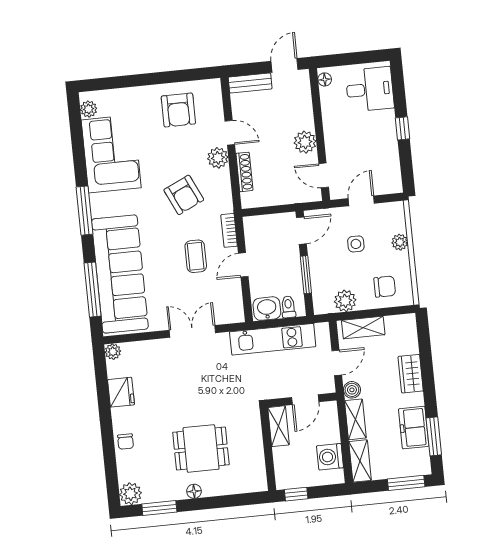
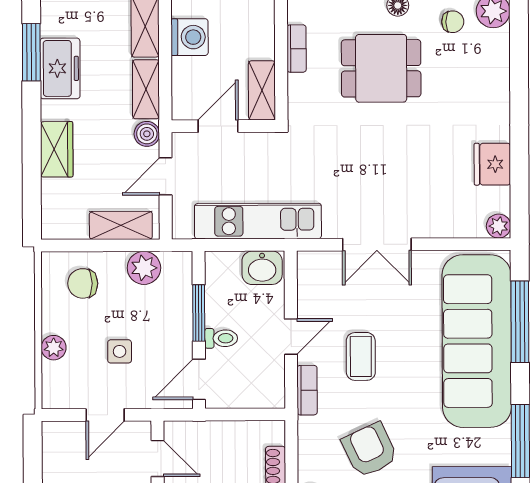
toilet: (288, 307) -> (221, 338), moved, turned -90
chair: (126, 442) -> (453, 22), moved, turned 90
bookcase: (258, 456) -> (297, 49), added

